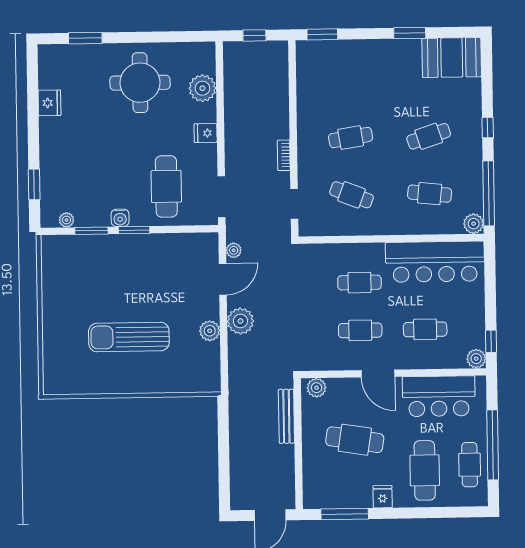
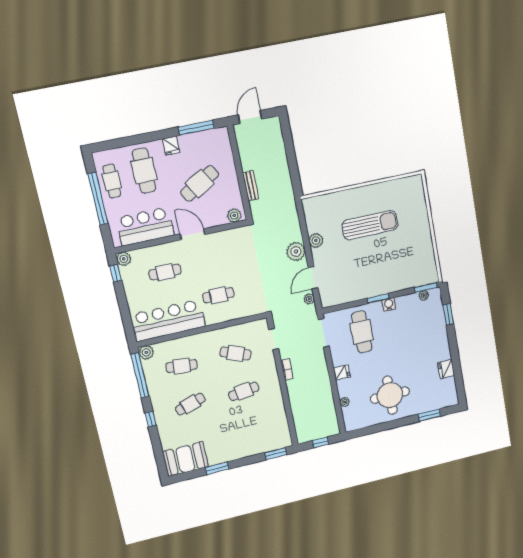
plant: (202, 88) -> (344, 402), width x0.53, depth x0.53
window: (91, 231) -> (426, 287), moved
cafe table: (360, 330) -> (211, 262), removed
bench: (286, 416) -> (251, 186), width x0.73
cafe table: (355, 440) -> (200, 183), turned -39

